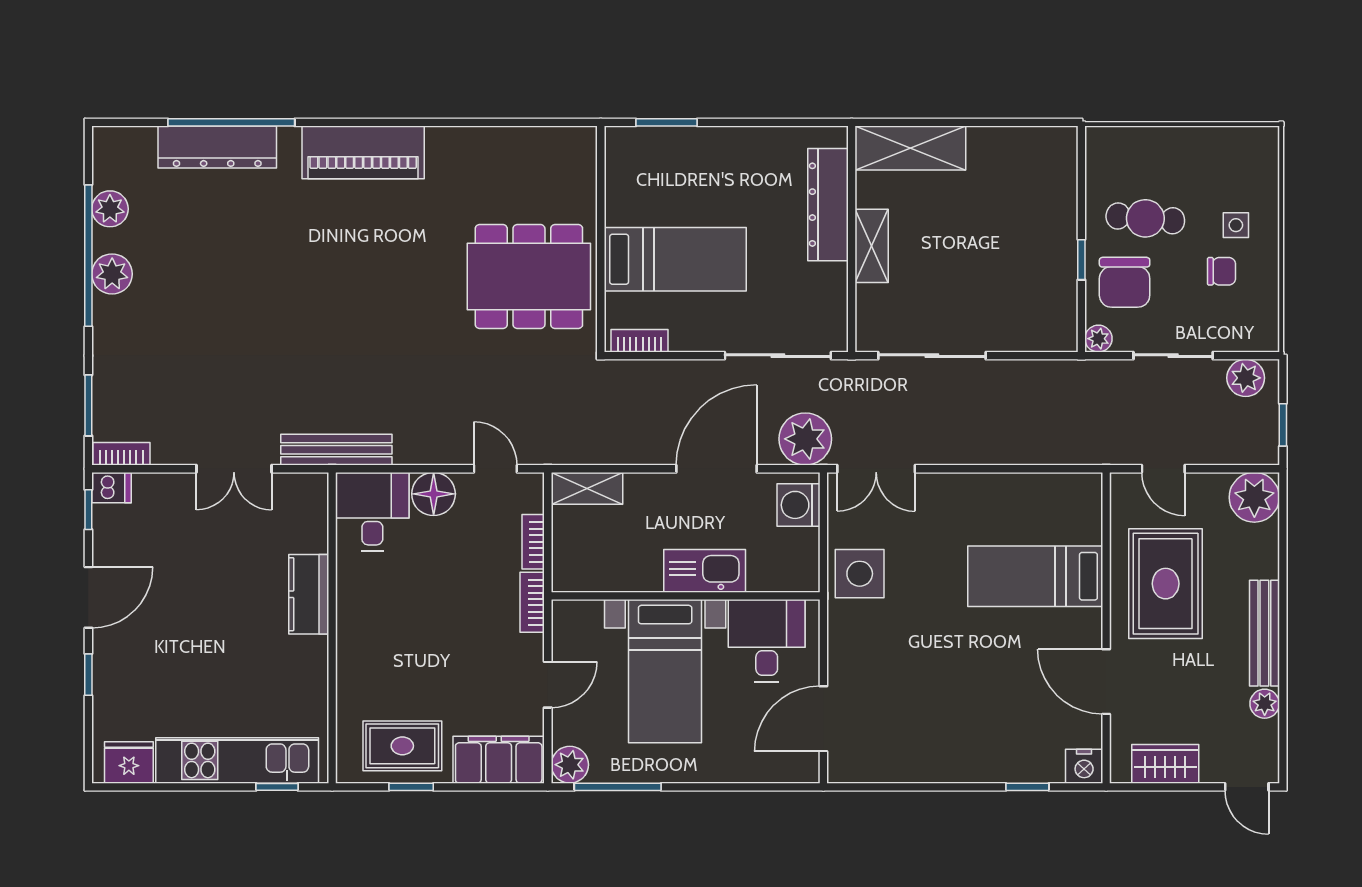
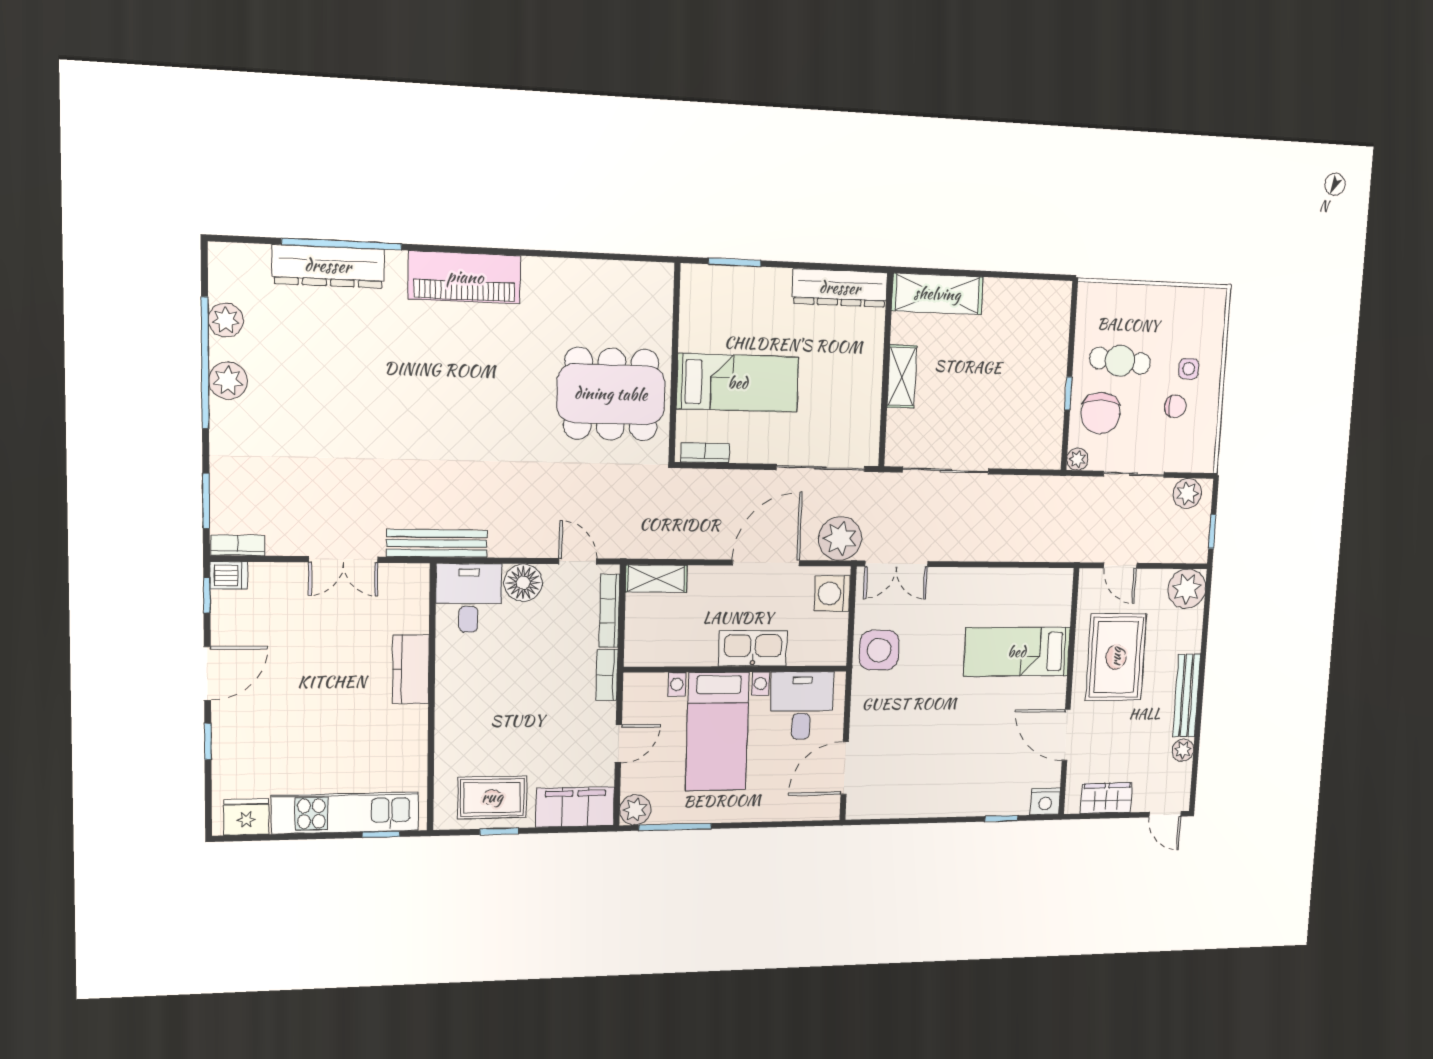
dresser: (828, 205) -> (840, 288), moved, turned -90
bookcase: (533, 542) -> (609, 611), width x1.56

